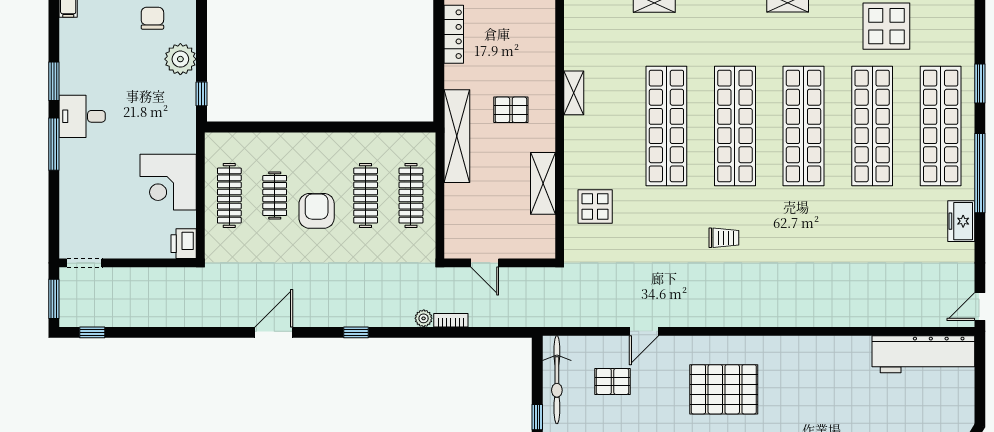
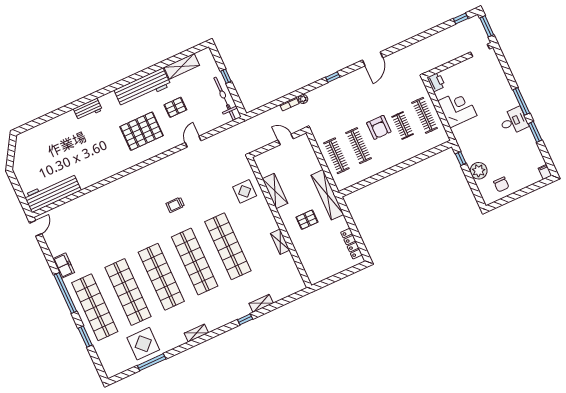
pallet: (613, 381) -> (175, 107), moved

